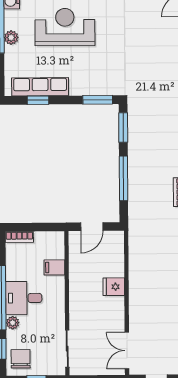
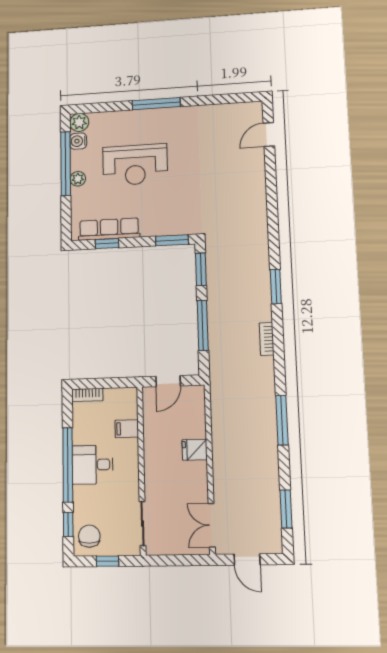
reception desk: (65, 27) -> (135, 165), turned 180
plant: (13, 323) -> (80, 494), removed

